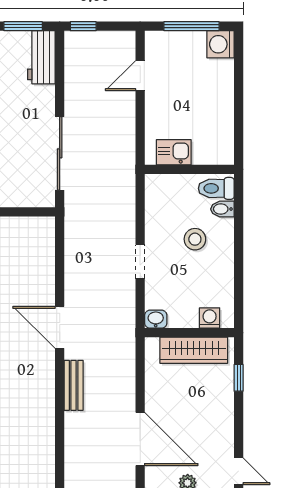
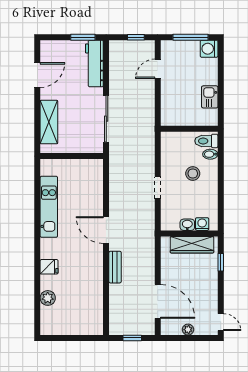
window: (83, 26) -> (136, 37), moved
workbench: (41, 57) -> (94, 63), width x1.38
kitchen sink: (174, 152) -> (210, 97), moved, turned -90
washbasin: (156, 319) -> (187, 225), moved

